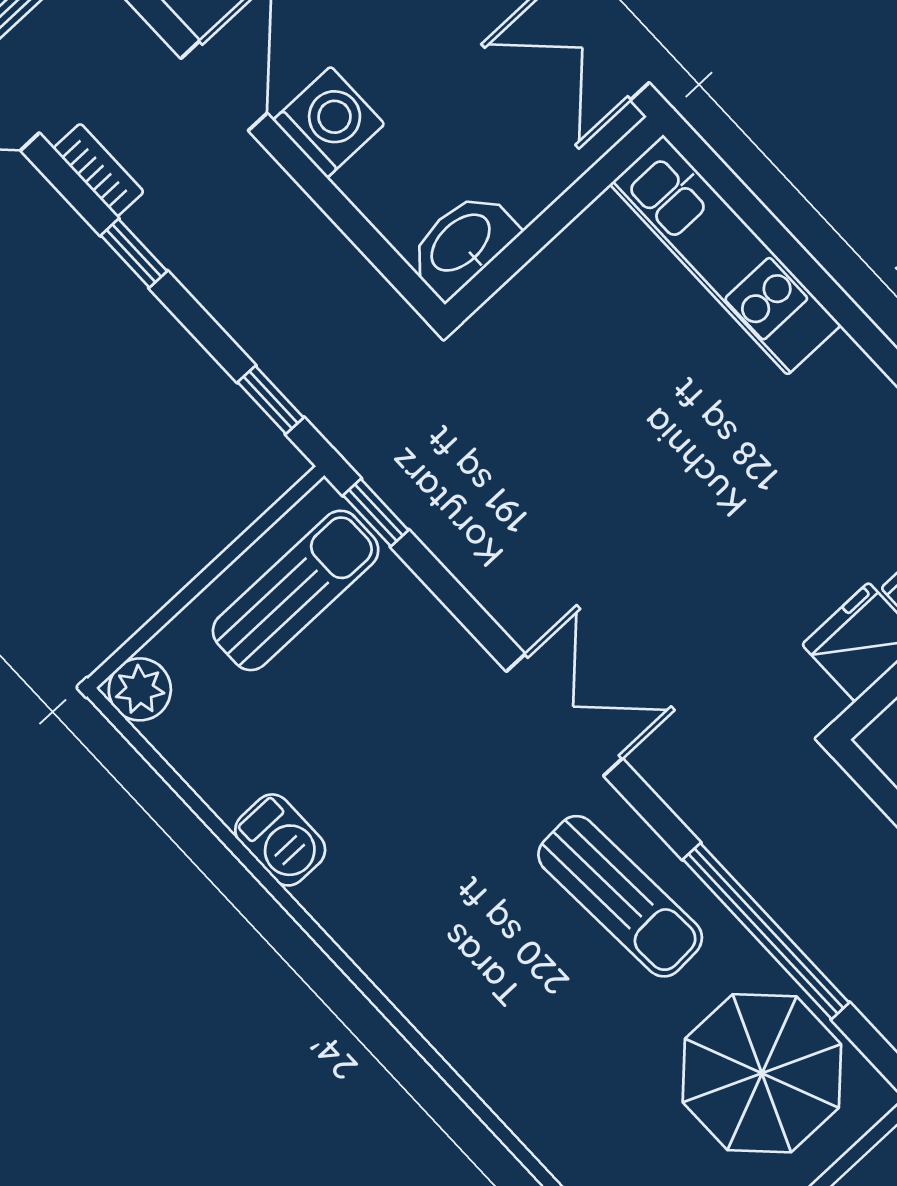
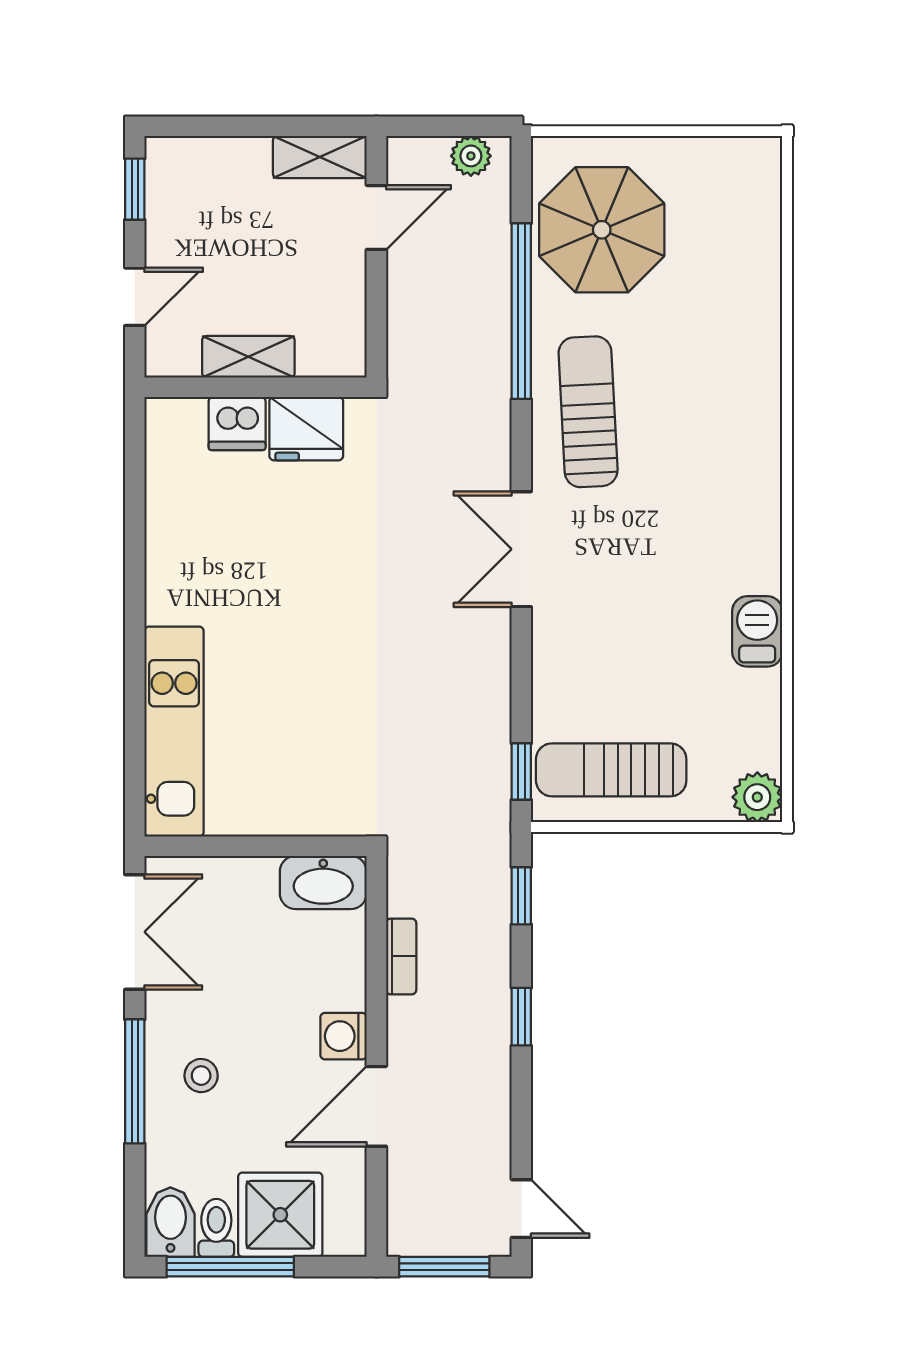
washing machine: (329, 122) -> (343, 1036), width x0.73, depth x0.73
bookcase: (99, 170) -> (401, 956), moved, turned 180
window: (134, 253) -> (521, 1017), moved

